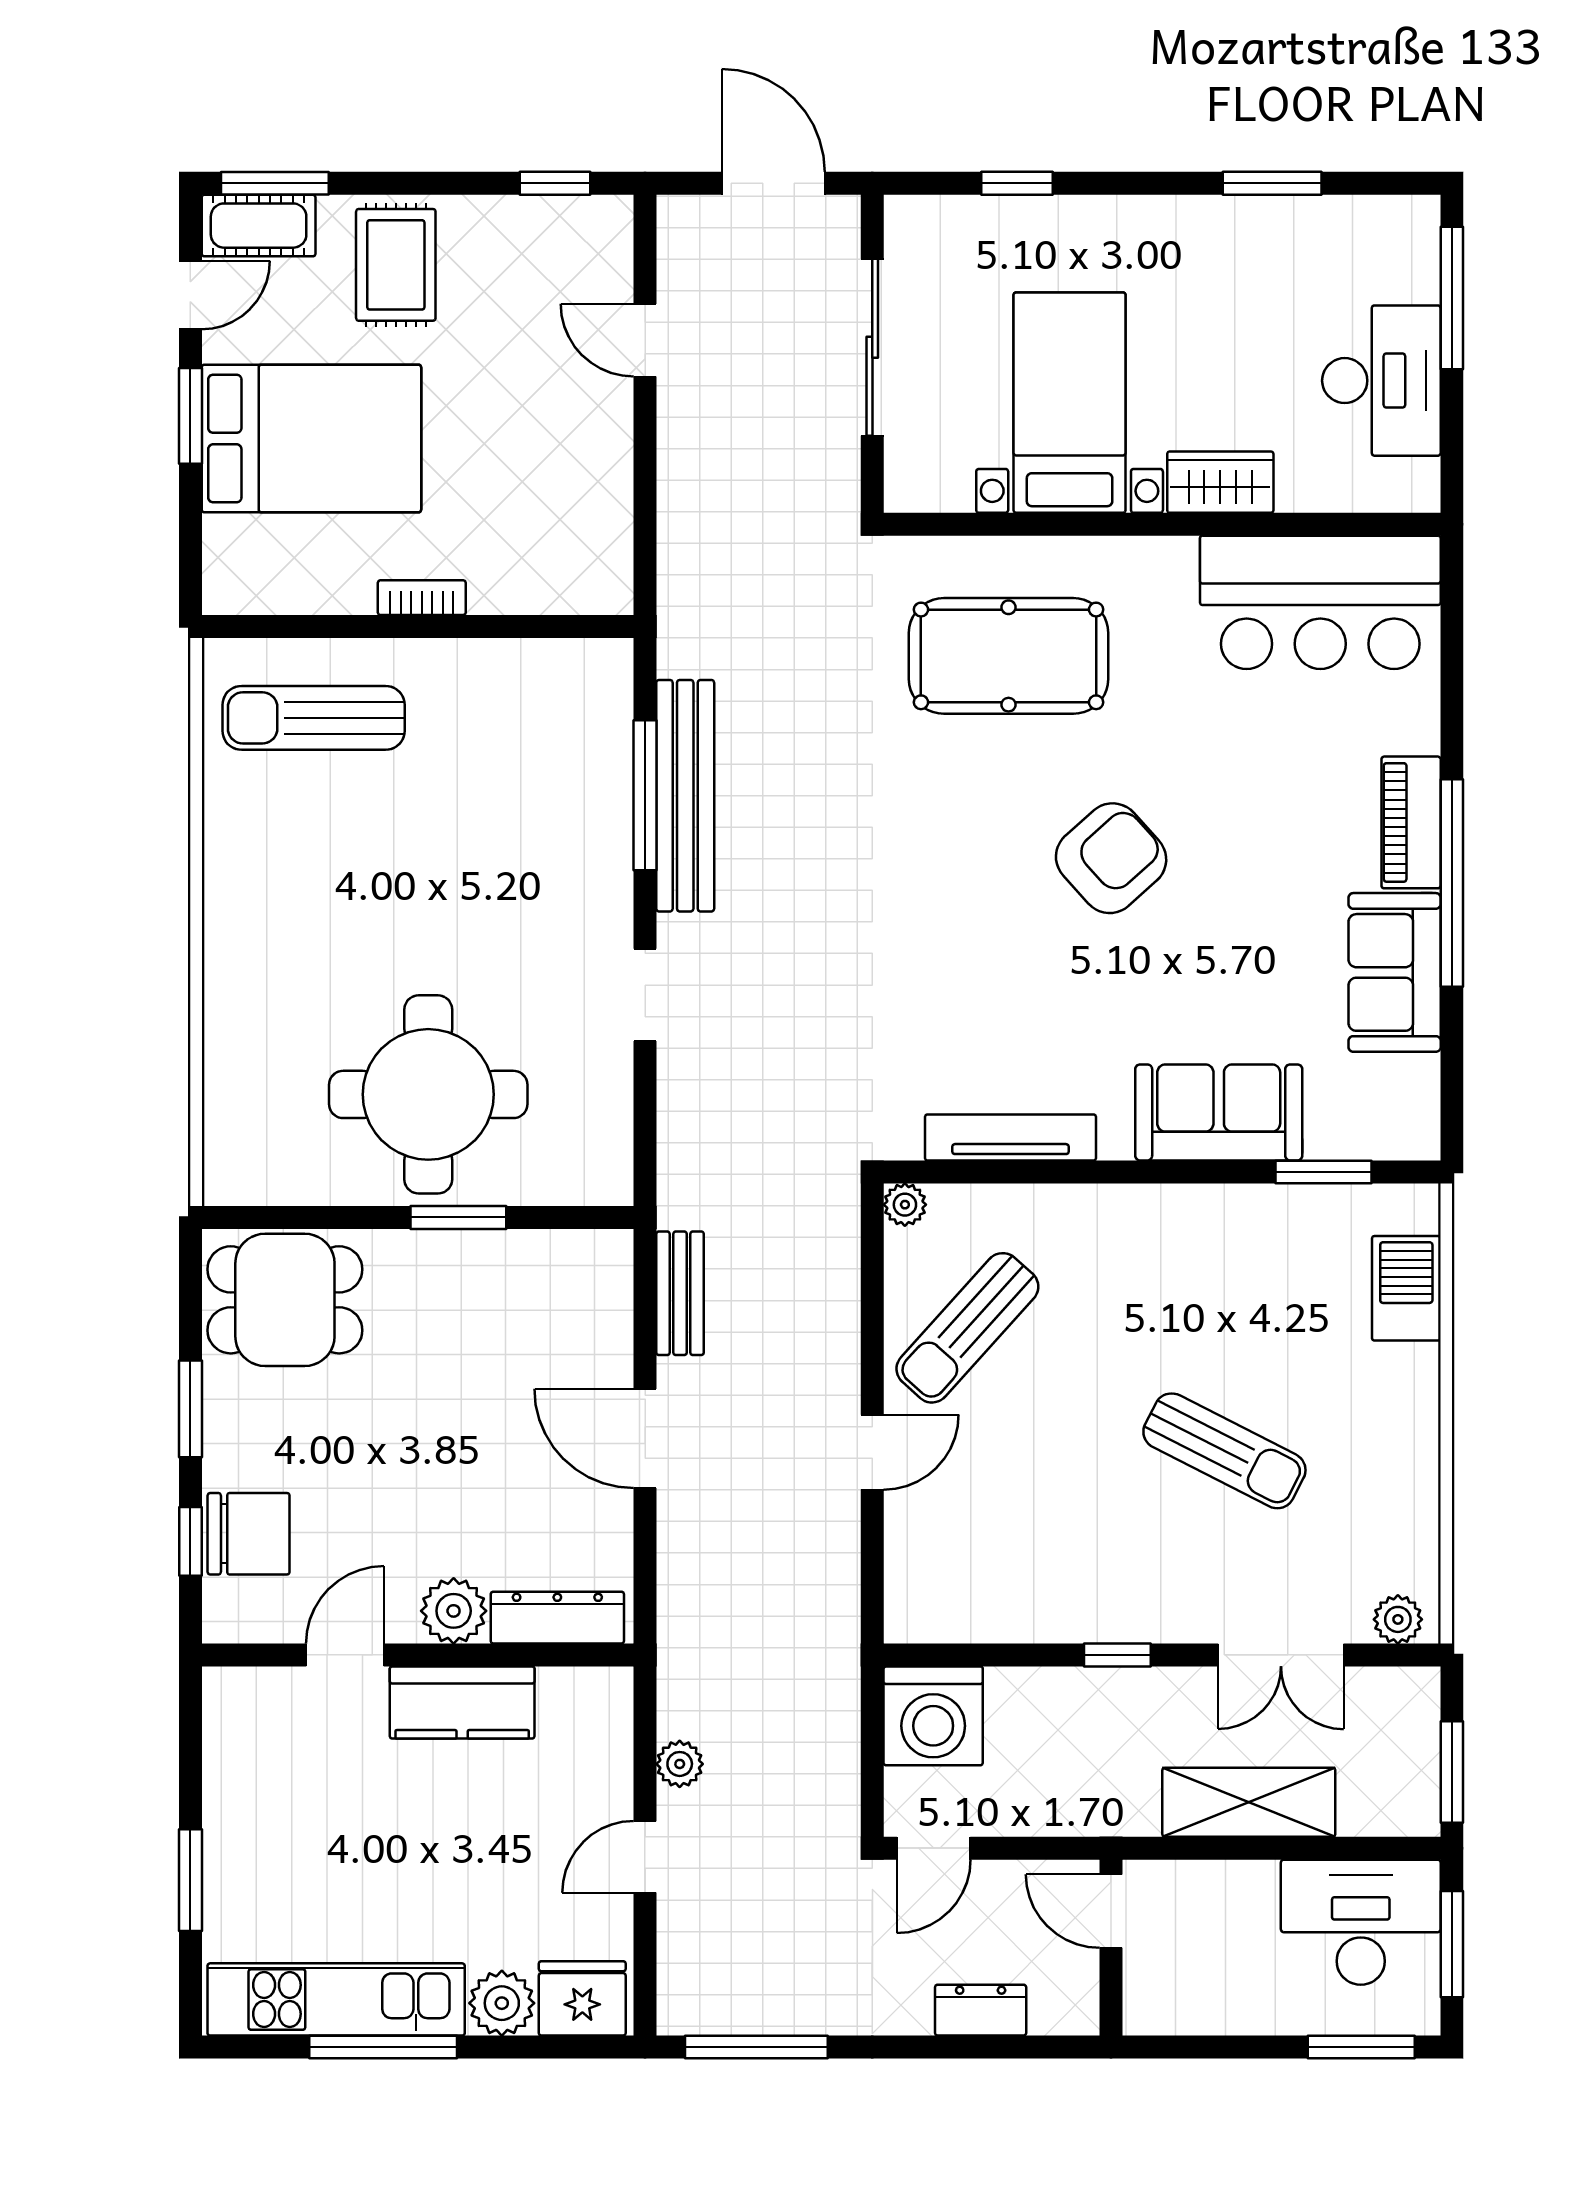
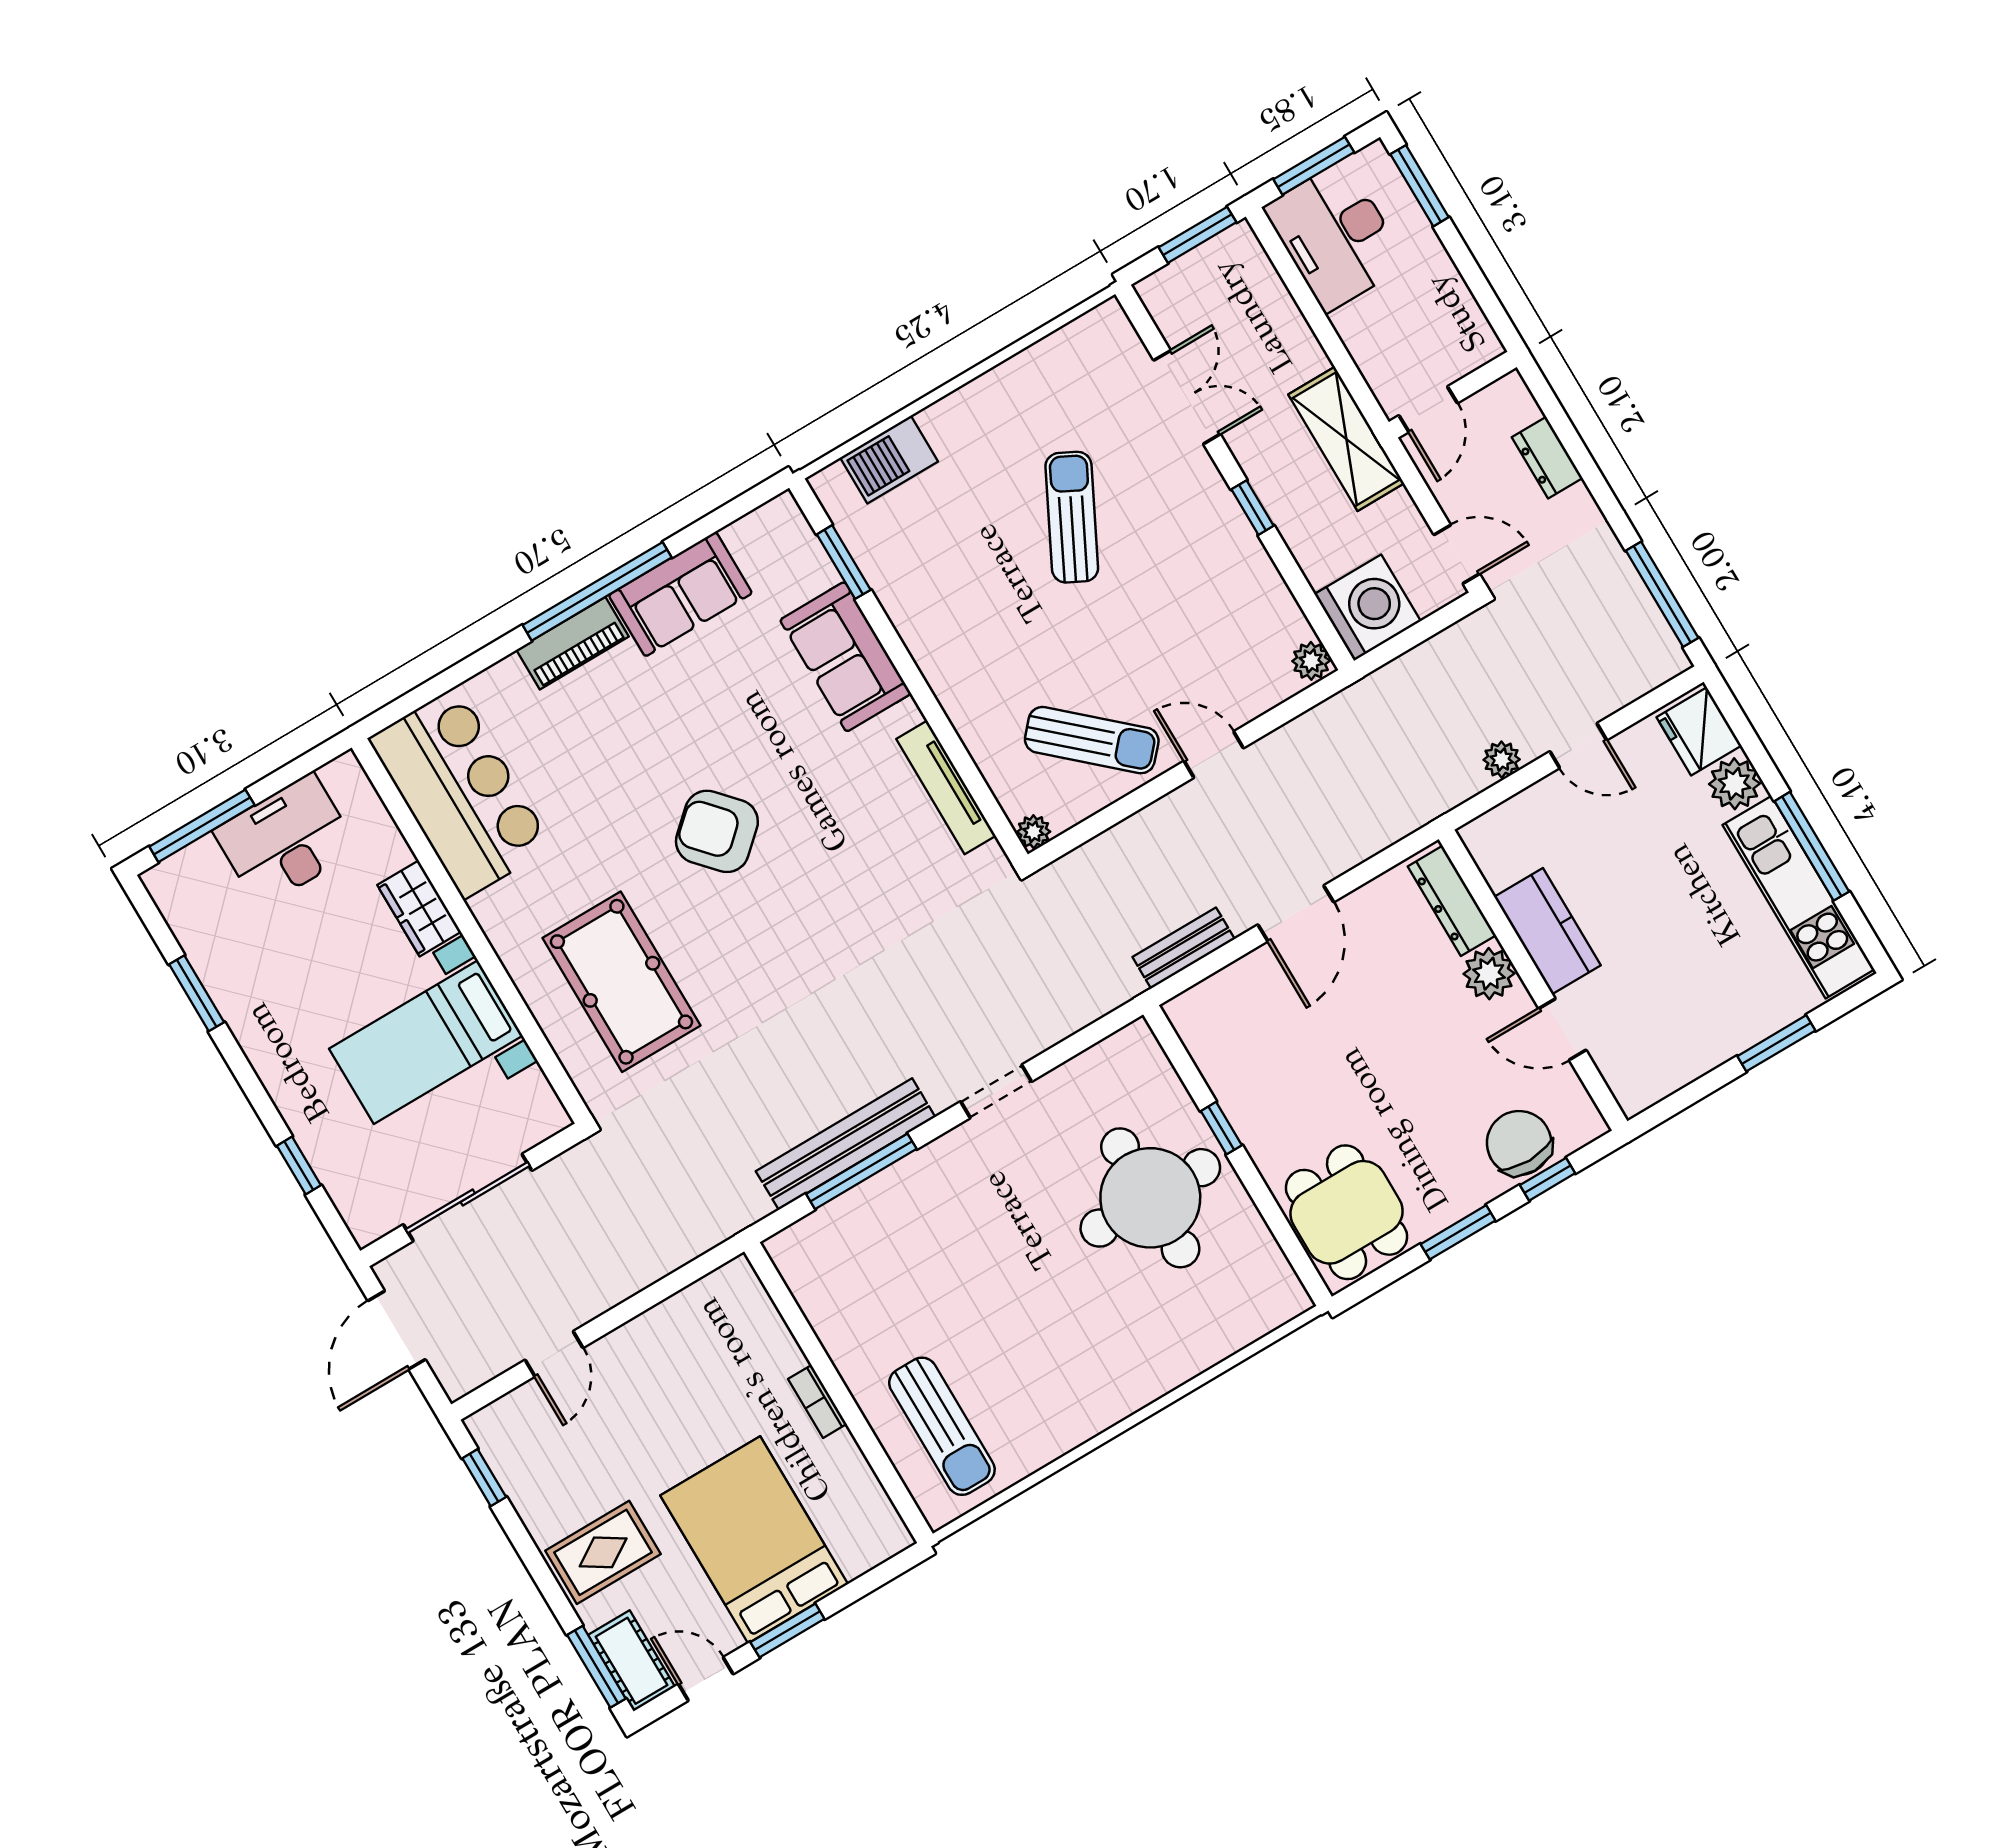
window: (458, 1217) -> (1221, 1128), width x0.67
plant: (1398, 1619) -> (1311, 661), moved
shelving: (1249, 1802) -> (1346, 439), moved

